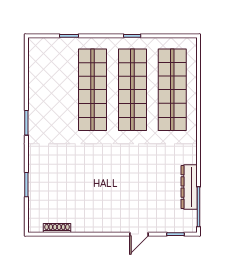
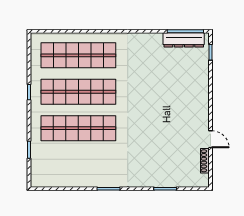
dresser: (189, 187) -> (184, 40), moved
door: (139, 234) -> (210, 139), moved

